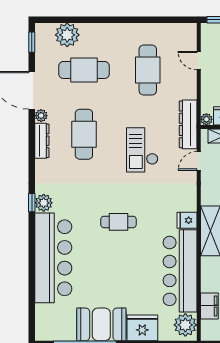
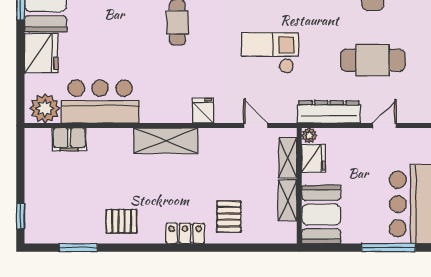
dresser: (188, 124) -> (329, 112), moved
fridge: (187, 220) -> (203, 111), moved
bar counter: (180, 271) -> (100, 102), width x0.73

